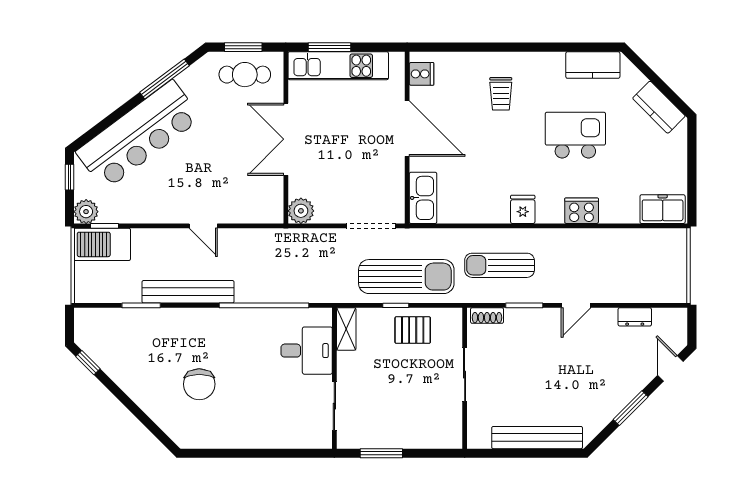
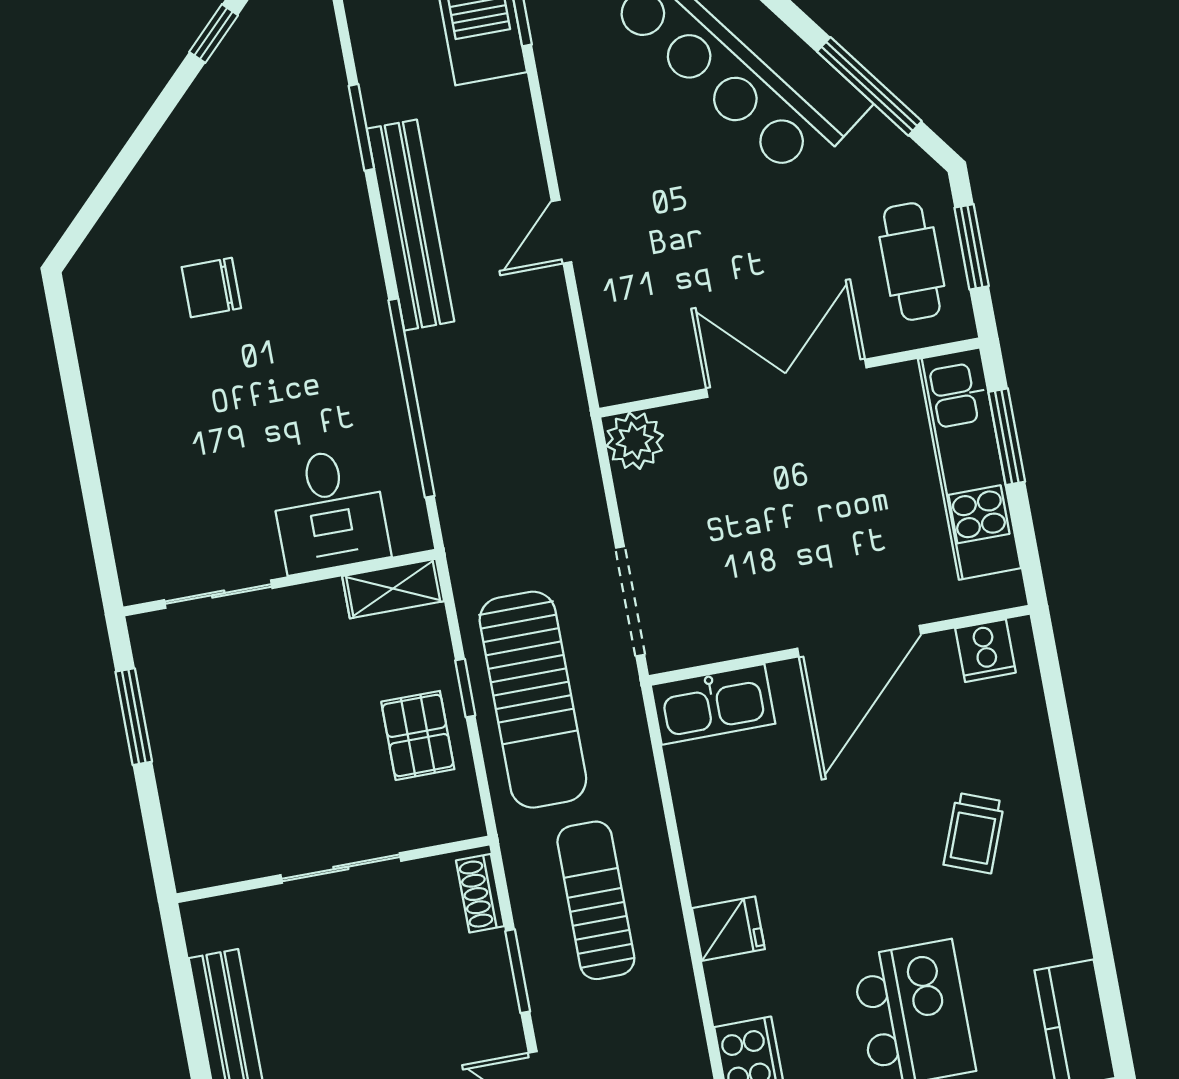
trolley: (501, 94) -> (974, 833), turned -69
chair: (199, 384) -> (211, 288), width x0.73, depth x0.73

